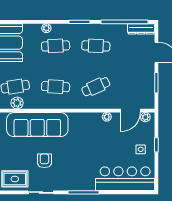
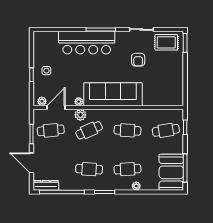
cafe table: (136, 87) -> (51, 130), added
plant: (17, 103) -> (80, 115), moved
sofa: (37, 125) -> (113, 94), moved
bar counter: (125, 179) -> (87, 43), moved

